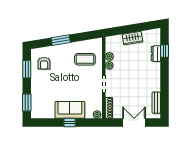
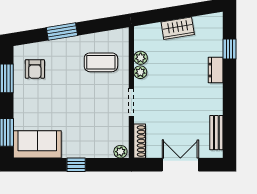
dresser: (156, 54) -> (216, 70), moved
sofa: (70, 110) -> (37, 144), moved

